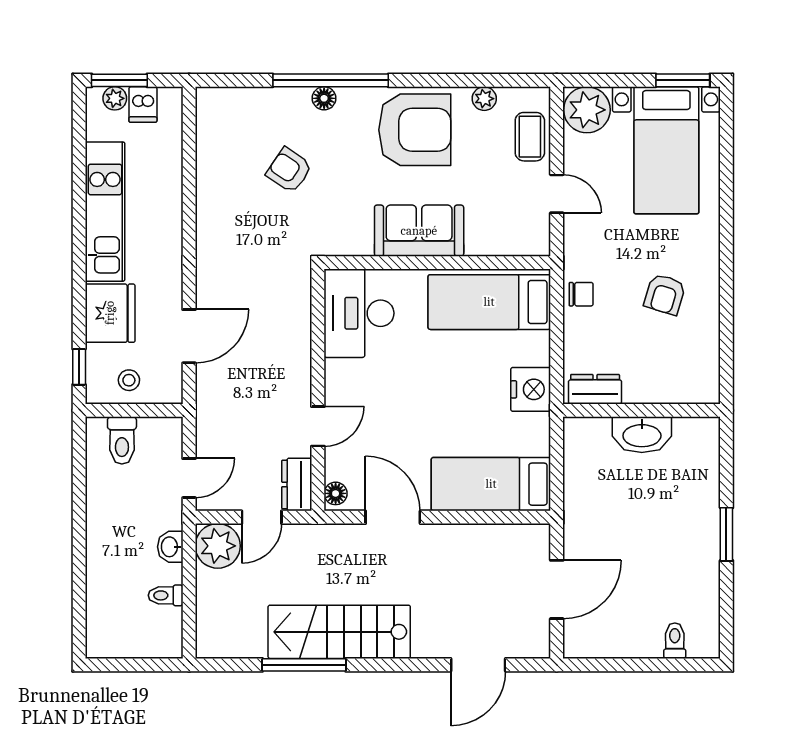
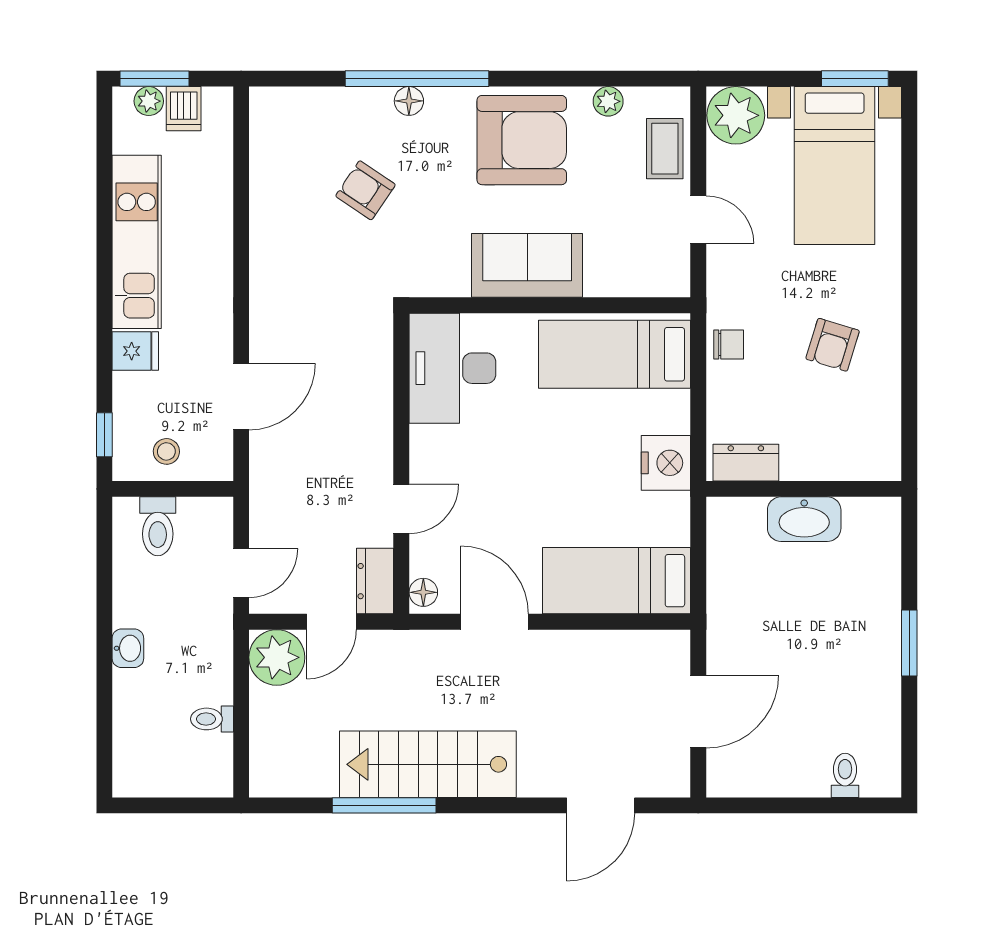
fridge: (110, 313) -> (135, 351), width x0.53, depth x0.75
washbasin: (170, 547) -> (128, 648), moved, turned 180

